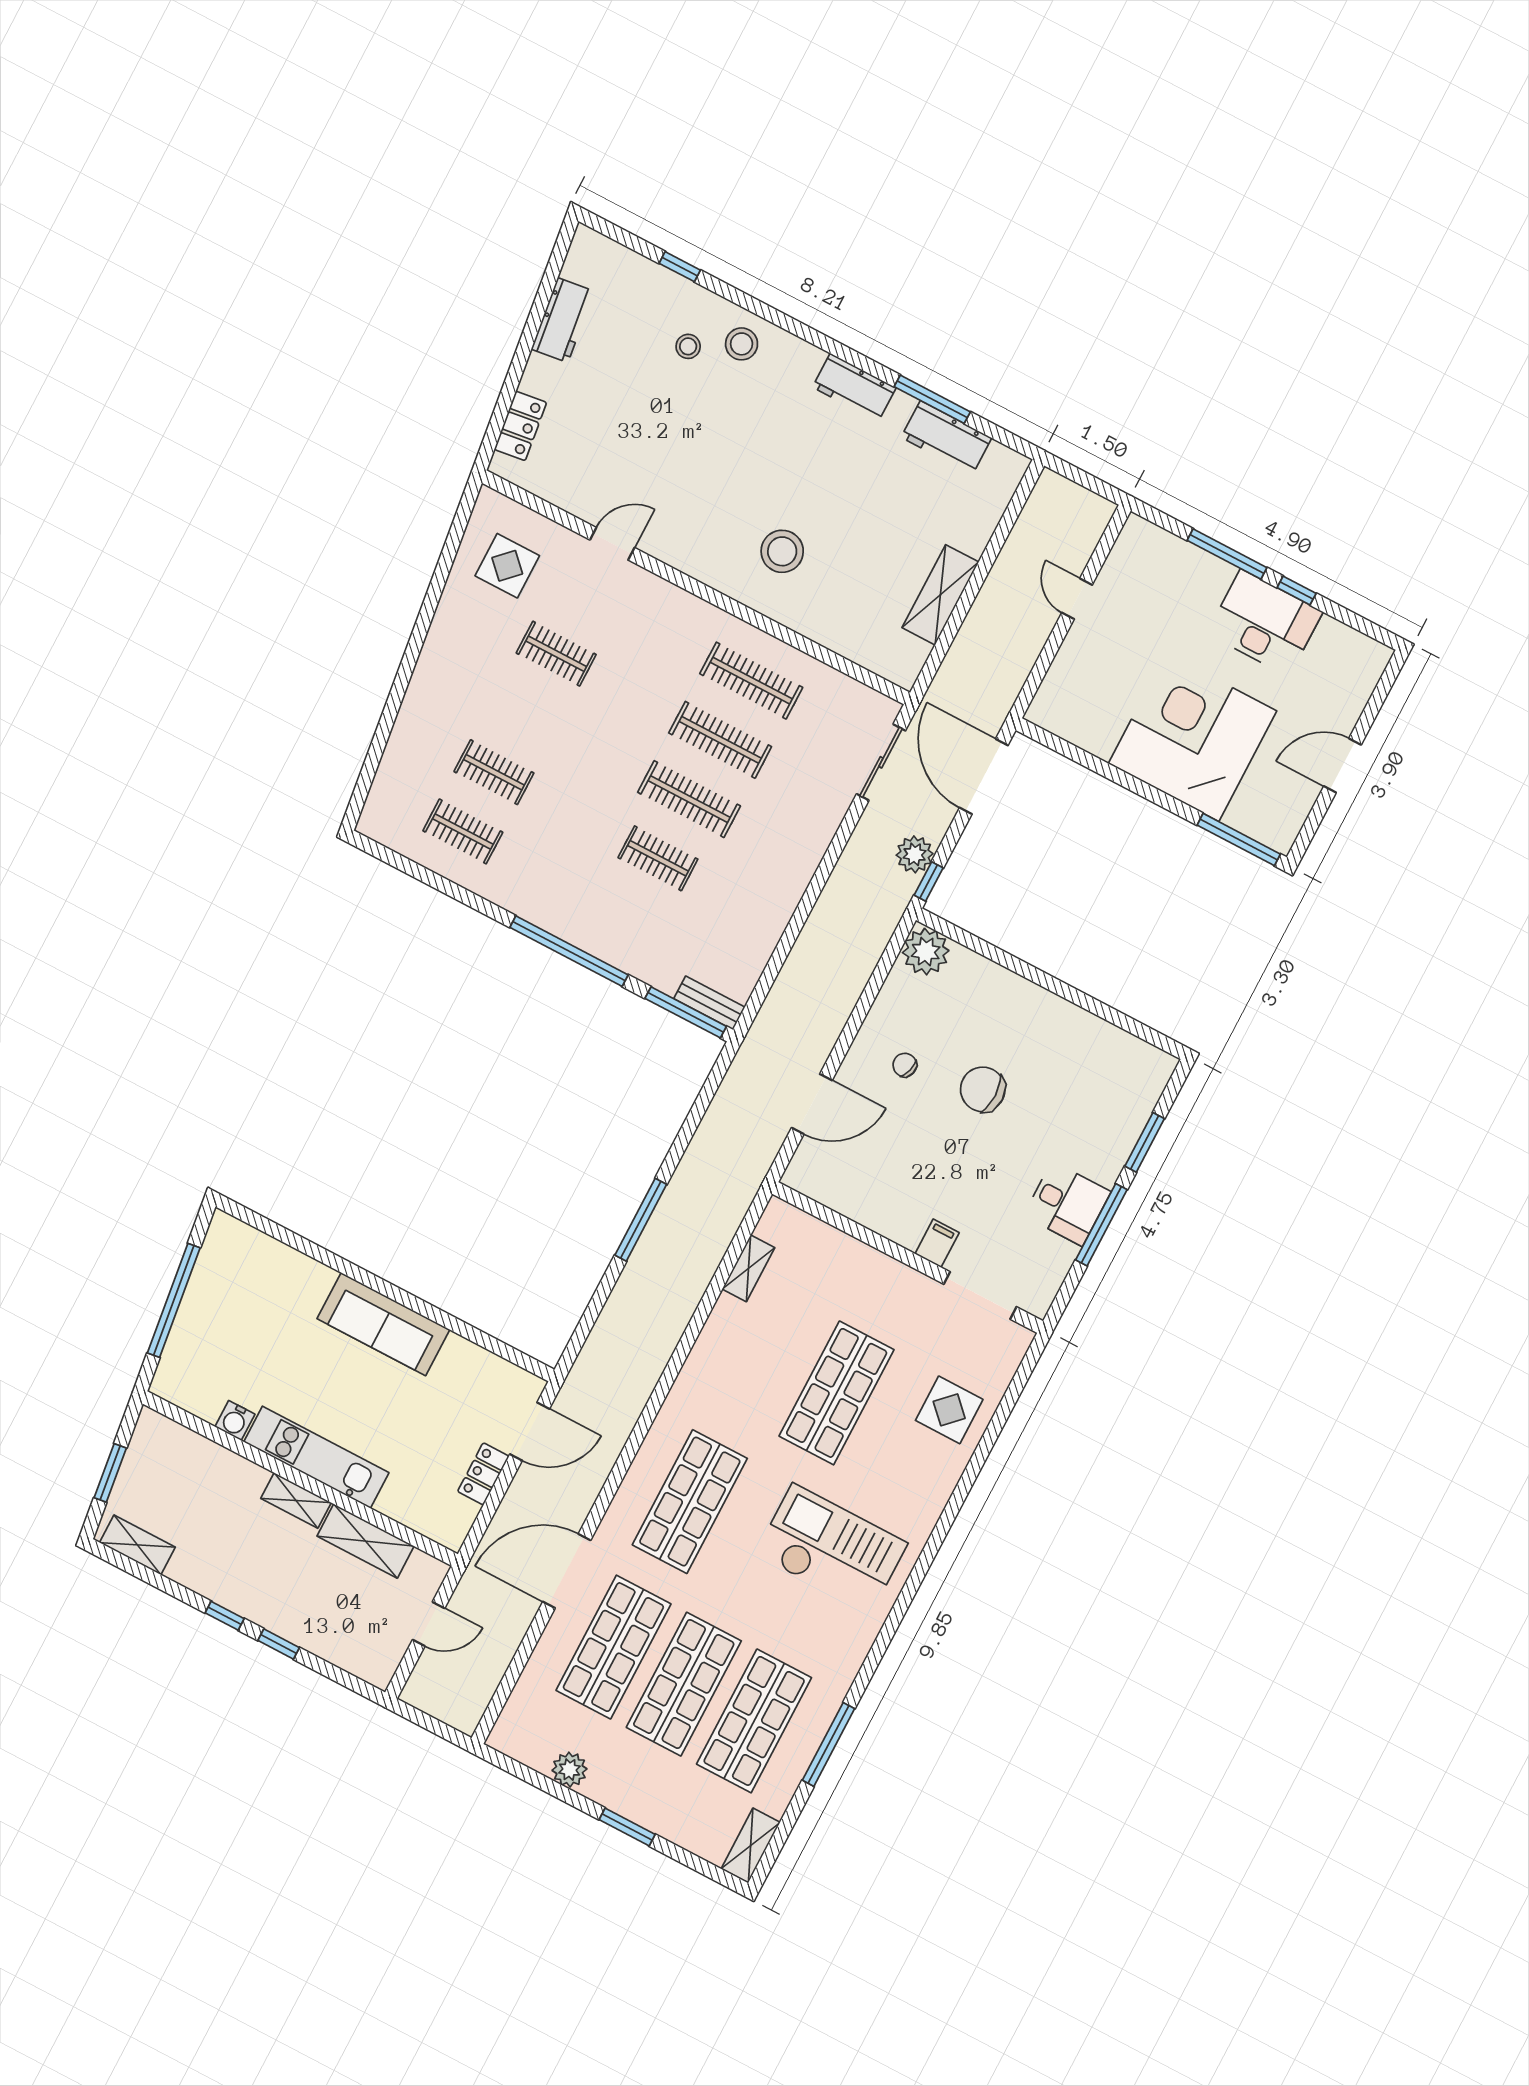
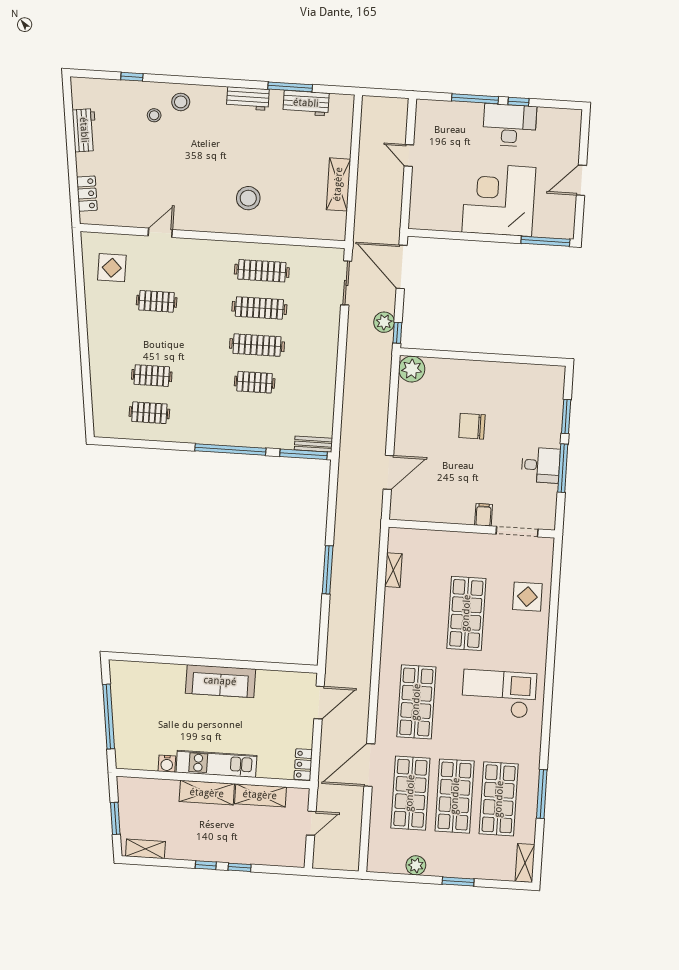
chair: (905, 1065) -> (427, 431), removed
locker: (483, 1474) -> (303, 764), moved
shelving: (296, 1500) -> (207, 793), width x1.50, depth x1.33

